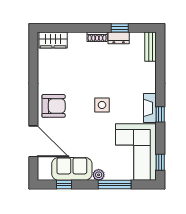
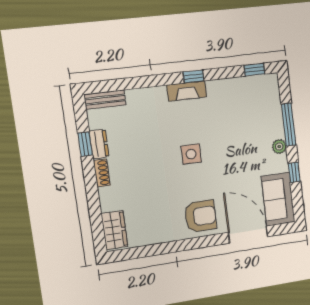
armchair: (54, 106) -> (200, 216), turned 90
door: (33, 141) -> (248, 235), hinge flipped
corner sofa: (136, 152) -> (245, 103), removed
sofa: (72, 169) -> (278, 199), moved
window: (64, 185) -> (294, 172), moved

